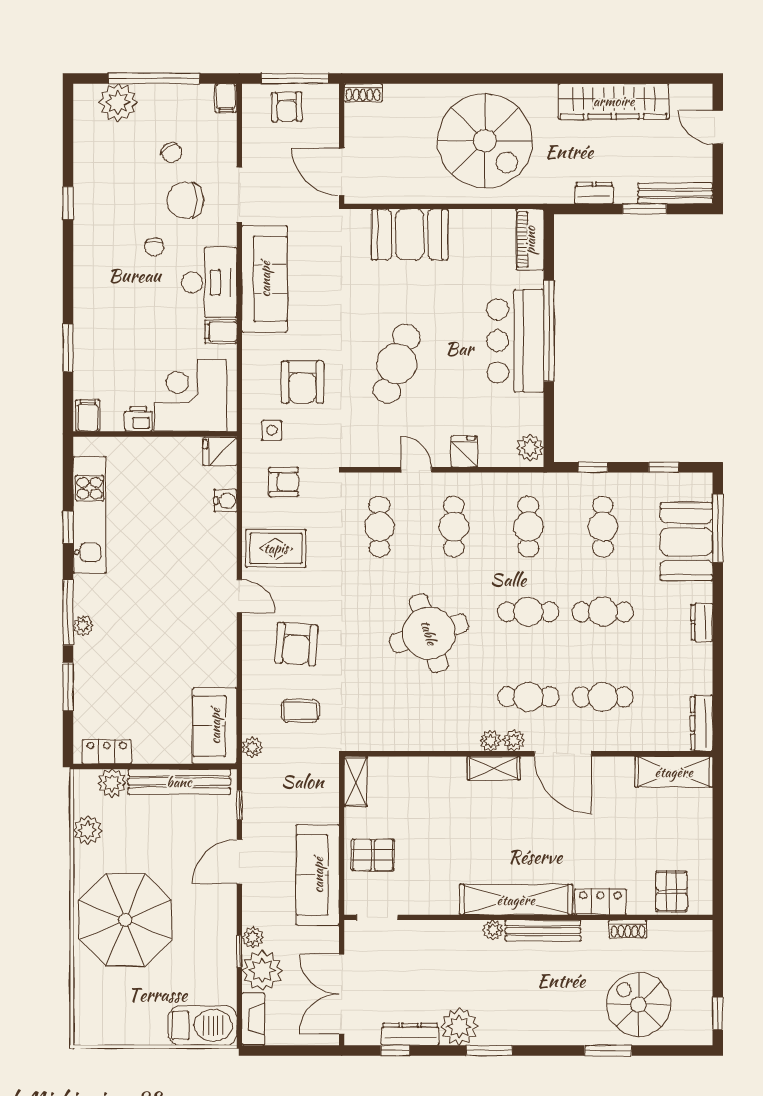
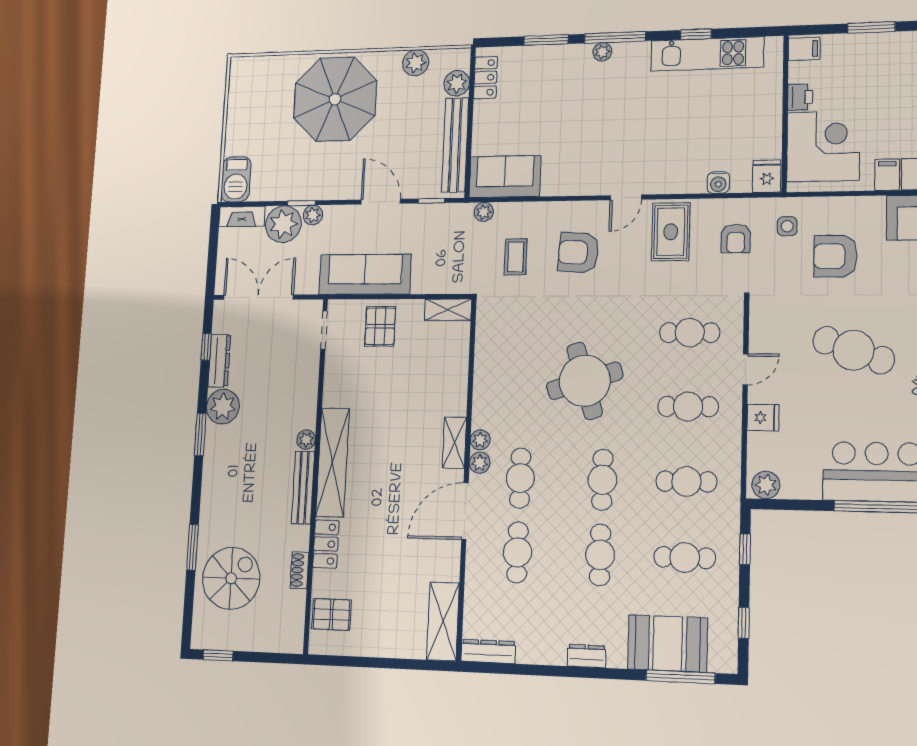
barbecue: (202, 1026) -> (236, 179), width x0.73, depth x0.83

